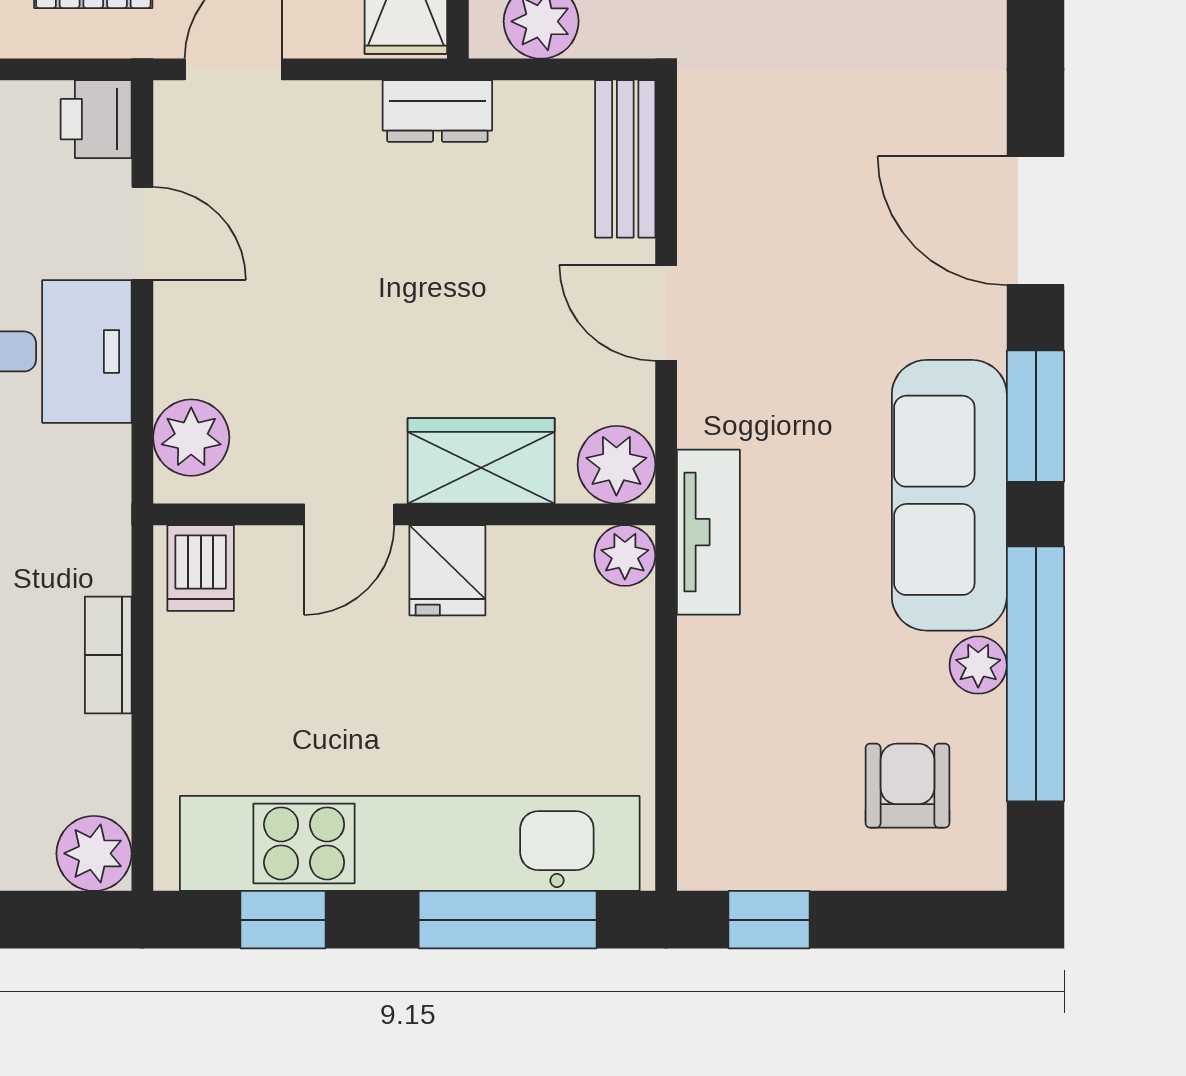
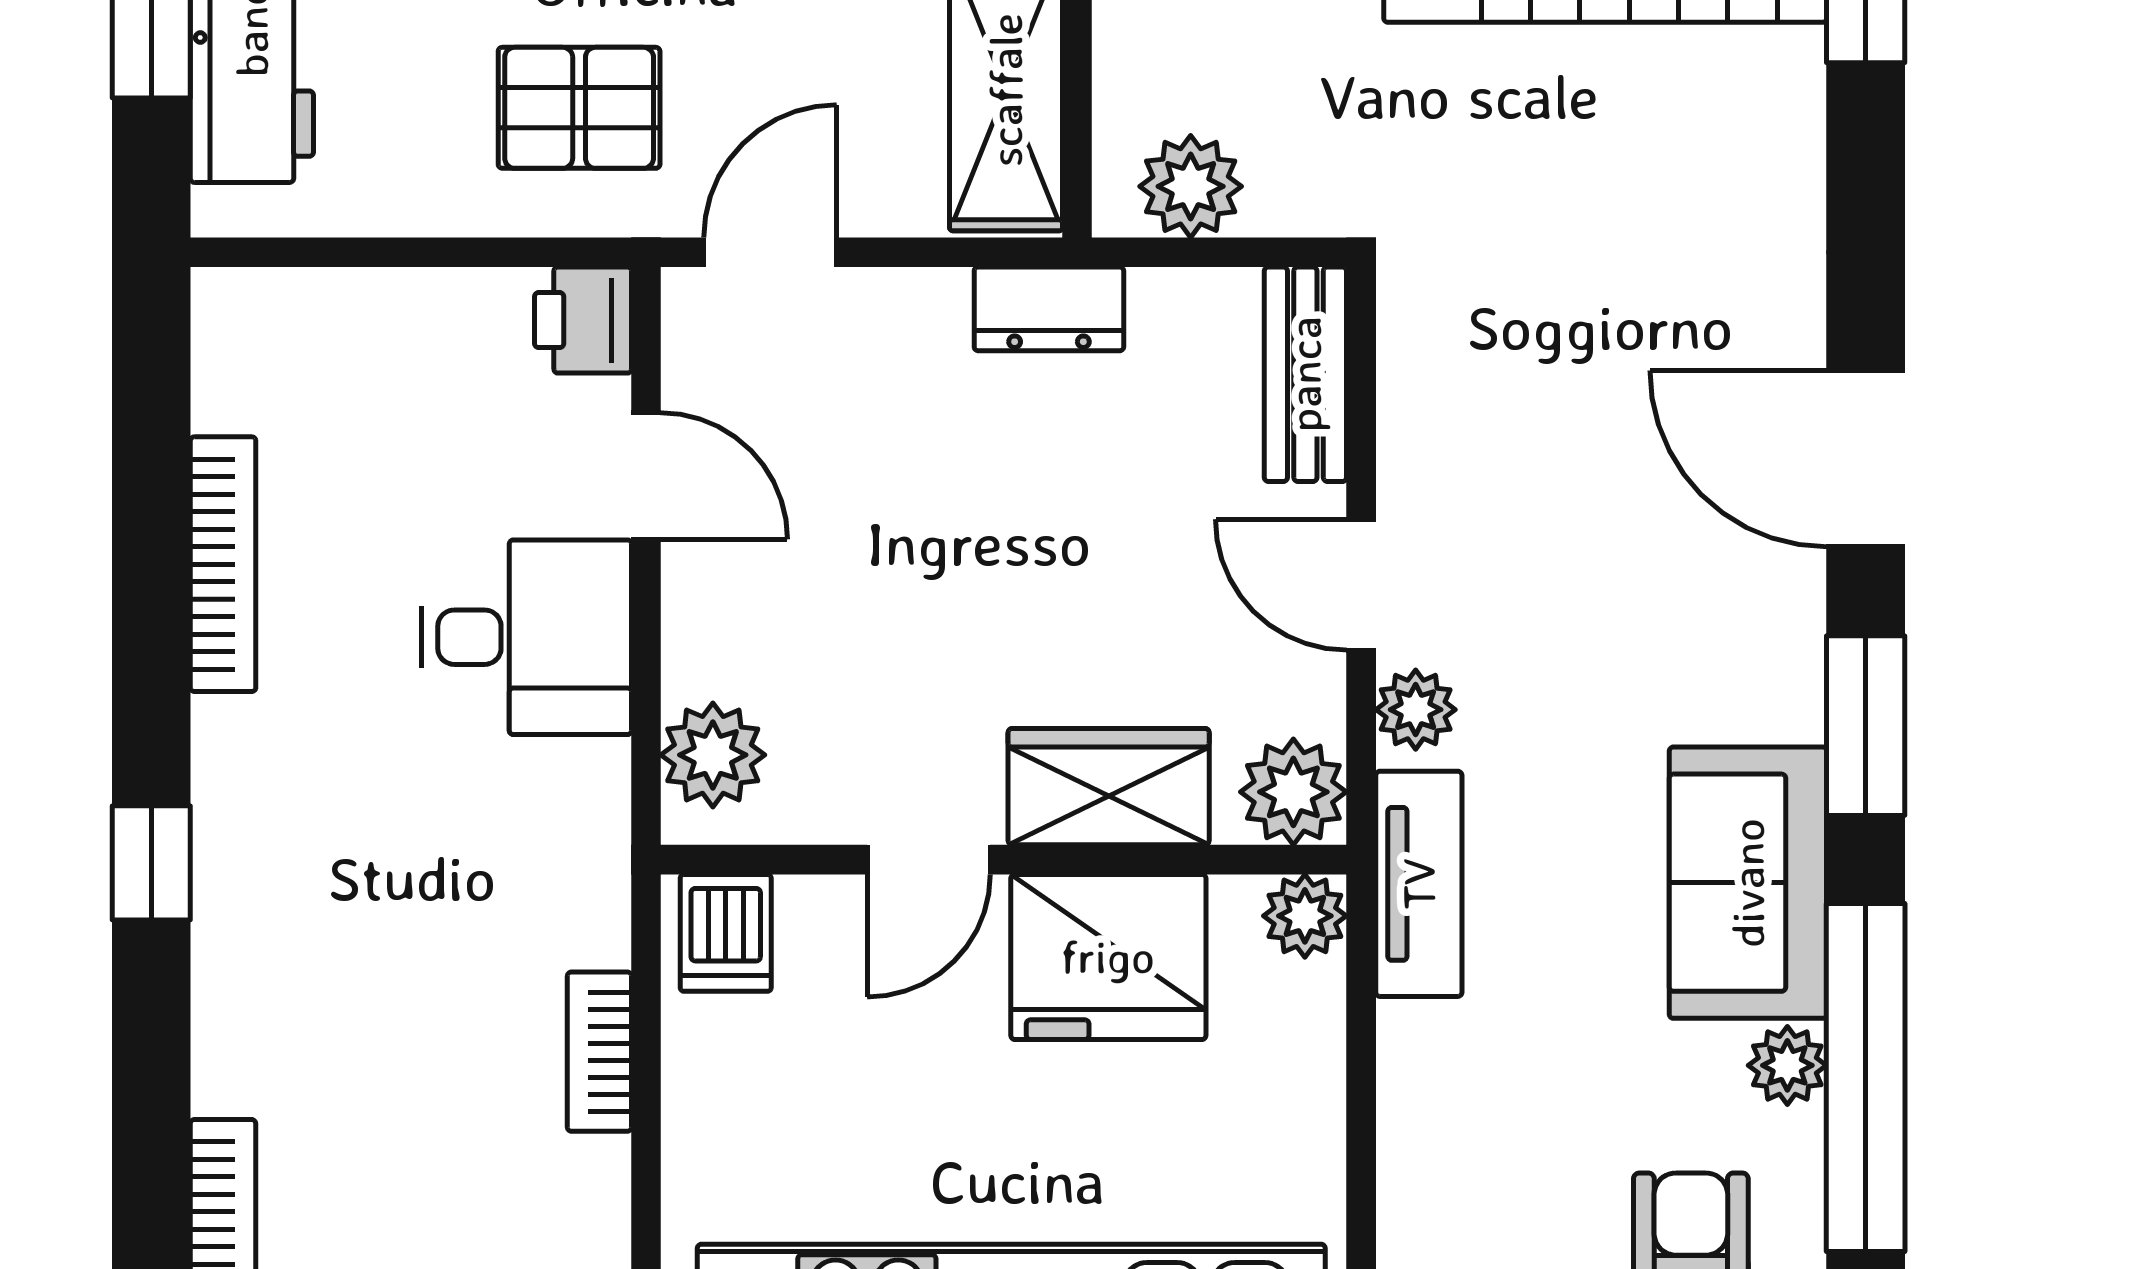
plant: (706, 404) -> (1416, 710), added
sofa: (949, 495) -> (1748, 883), width x0.73
fridge: (447, 570) -> (1108, 957), width x1.88, depth x1.34

